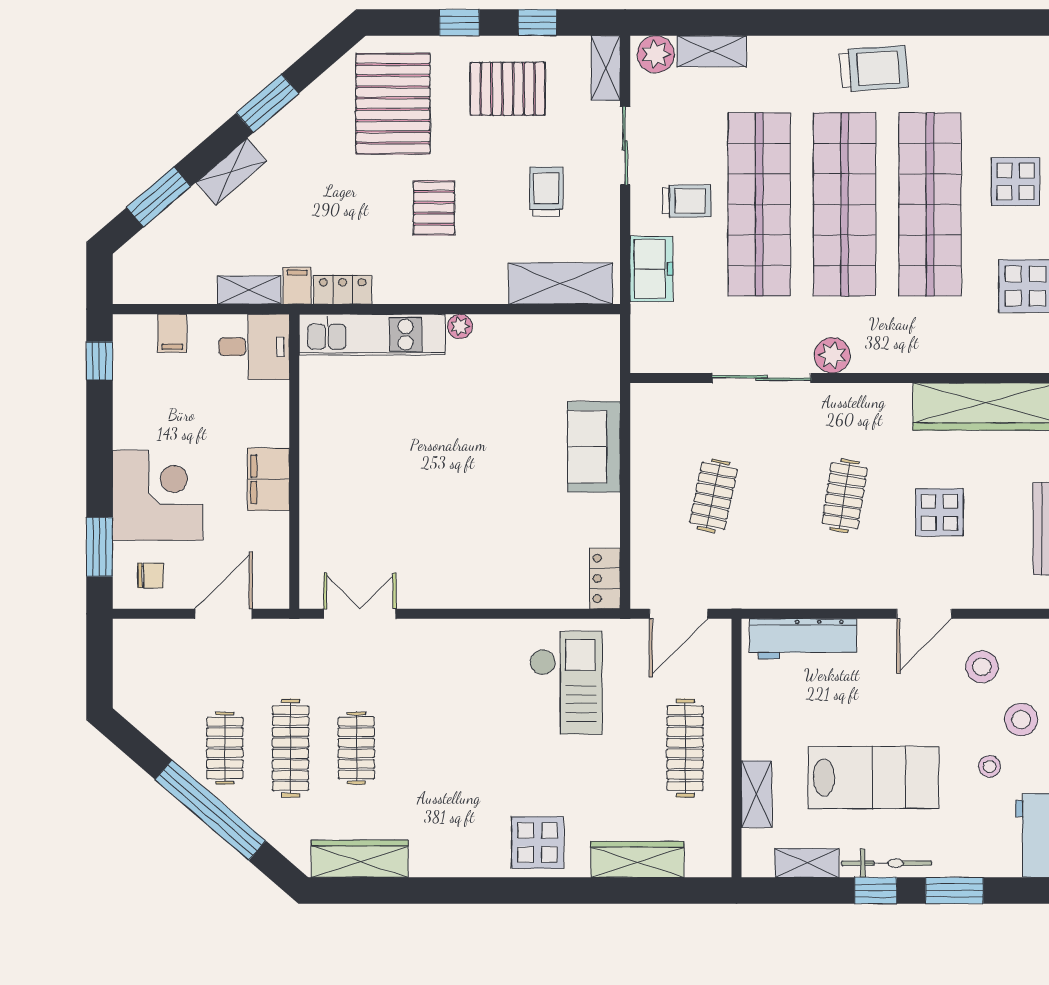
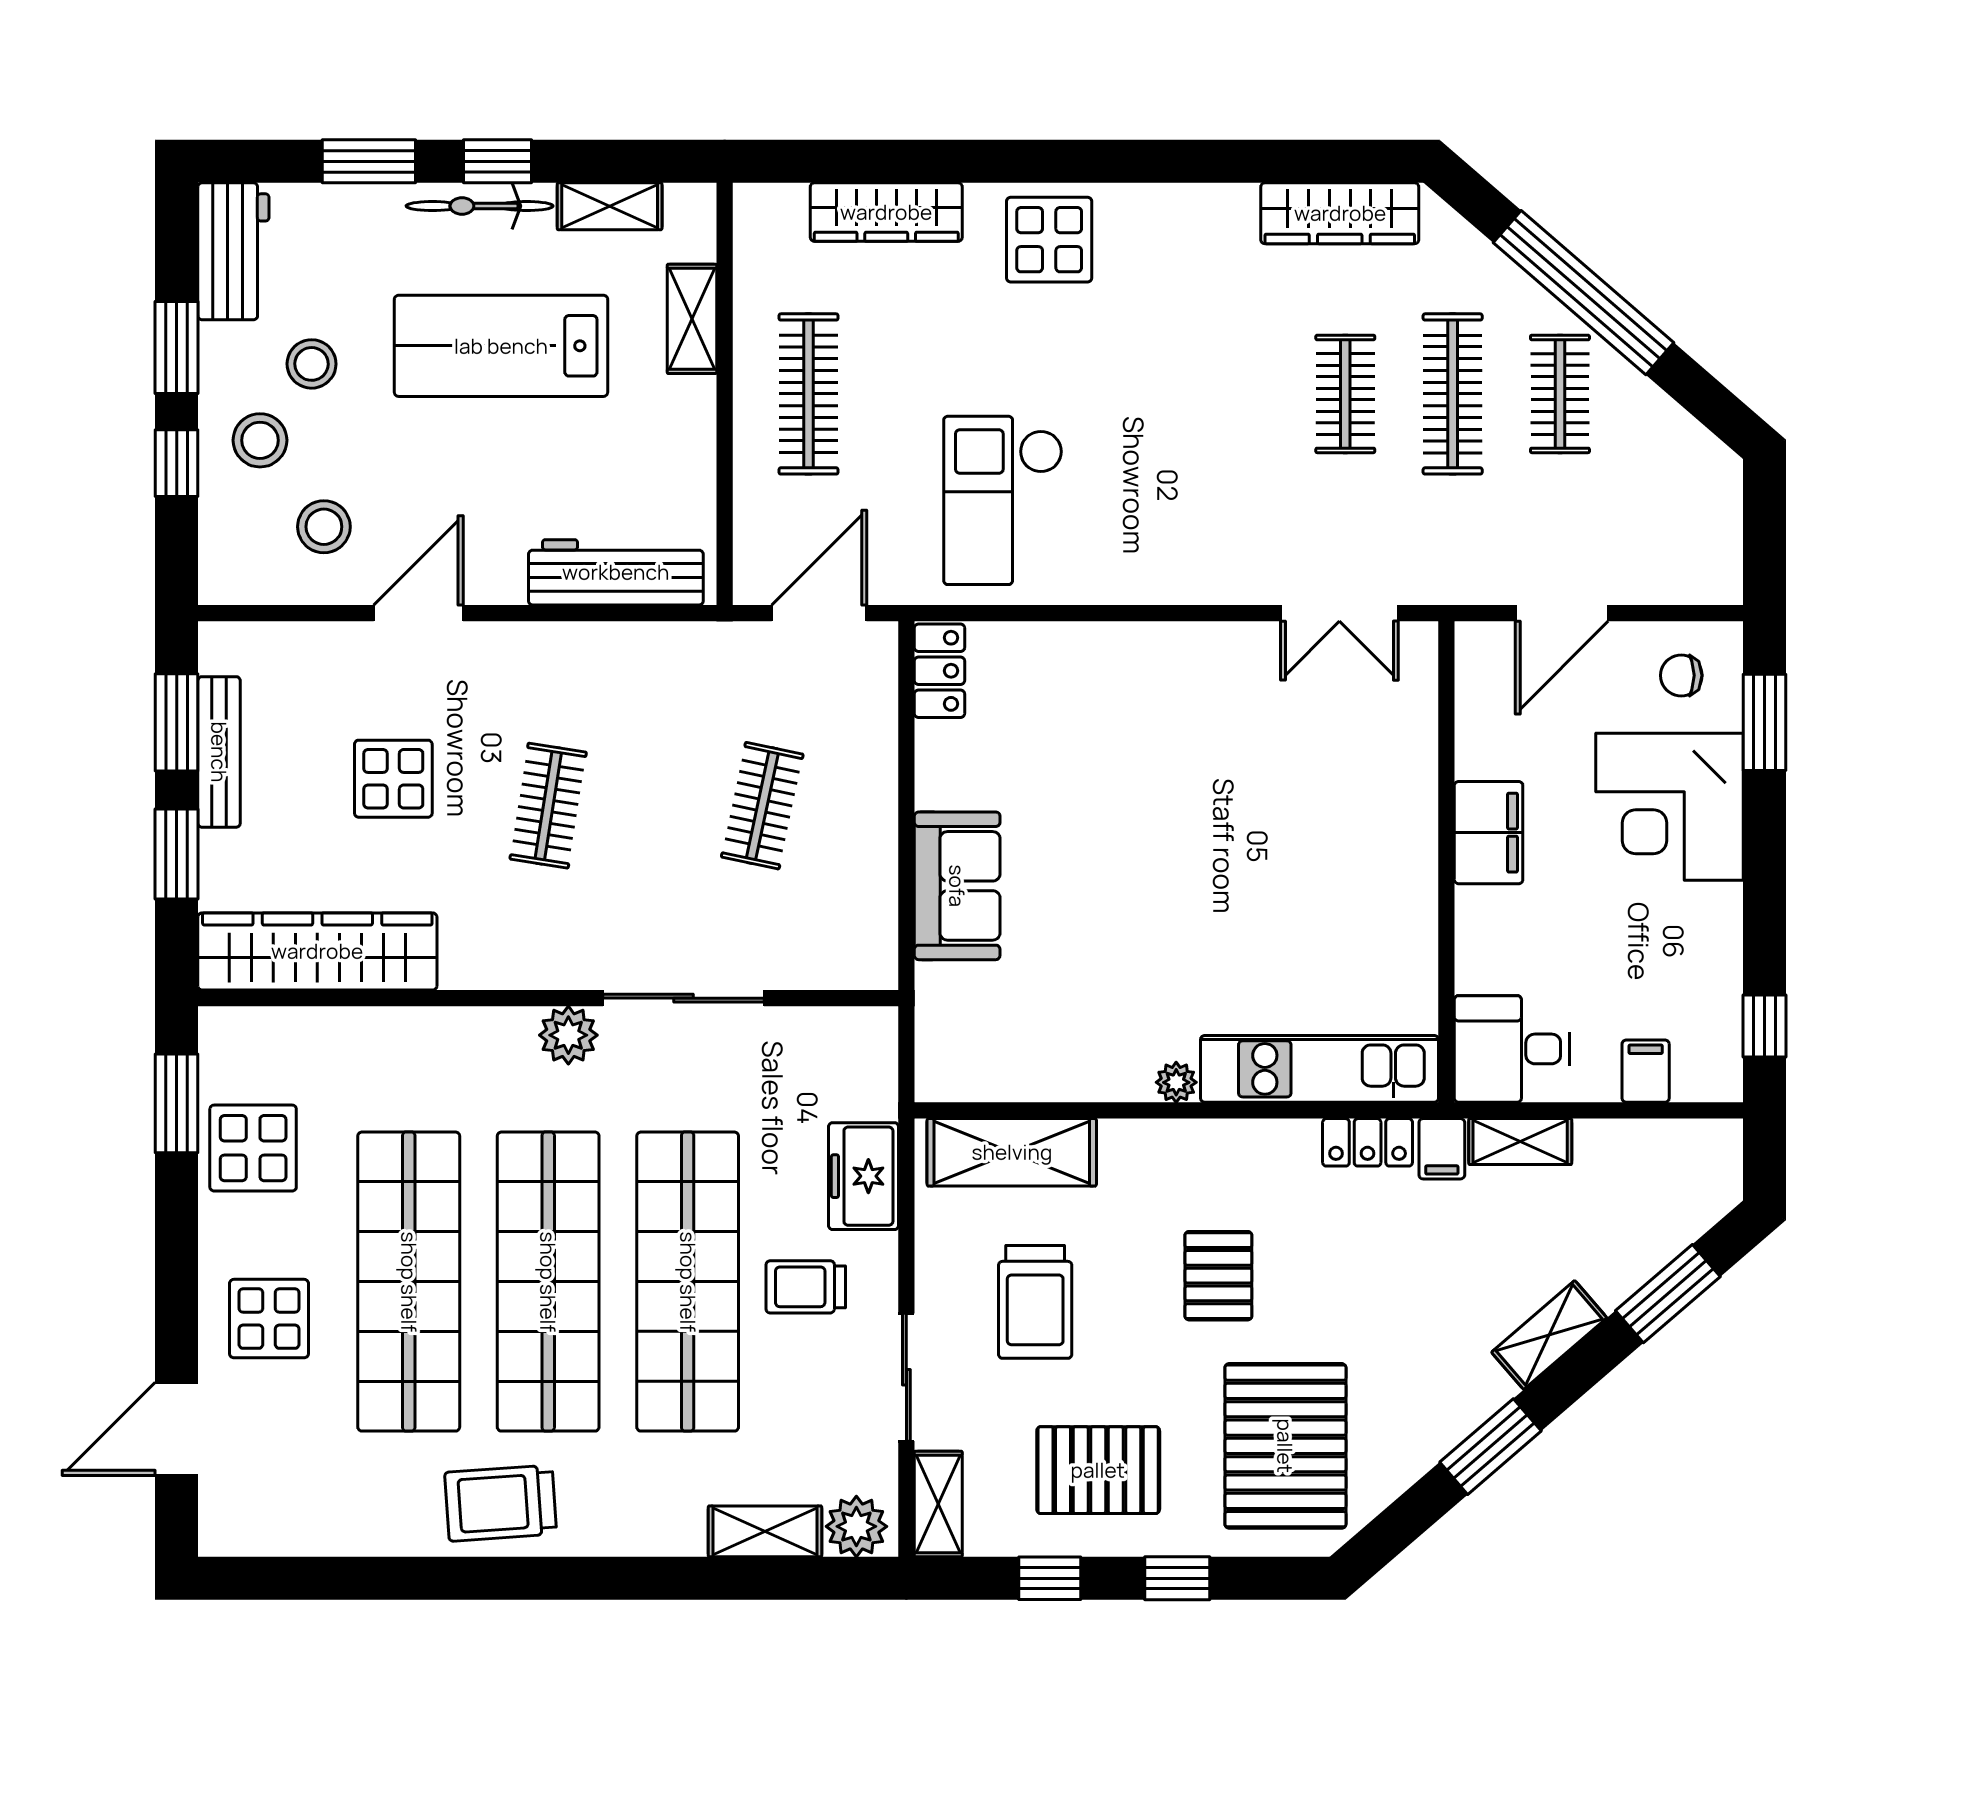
trolley: (546, 192) -> (1035, 1302), width x1.36, depth x1.39
stool: (990, 766) -> (312, 364), width x1.37, depth x1.37

